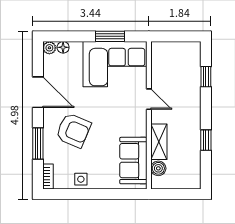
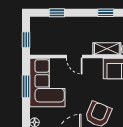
window: (171, 36) -> (26, 40), added
door: (149, 99) -> (74, 57), swing flipped

